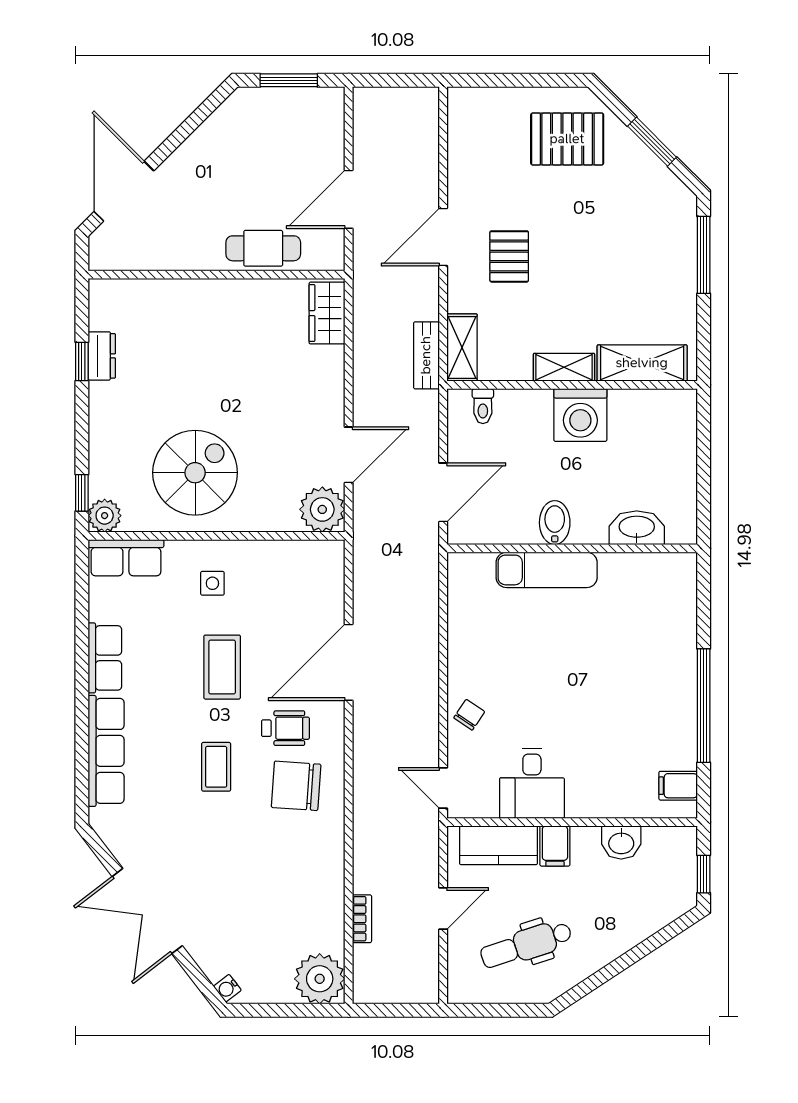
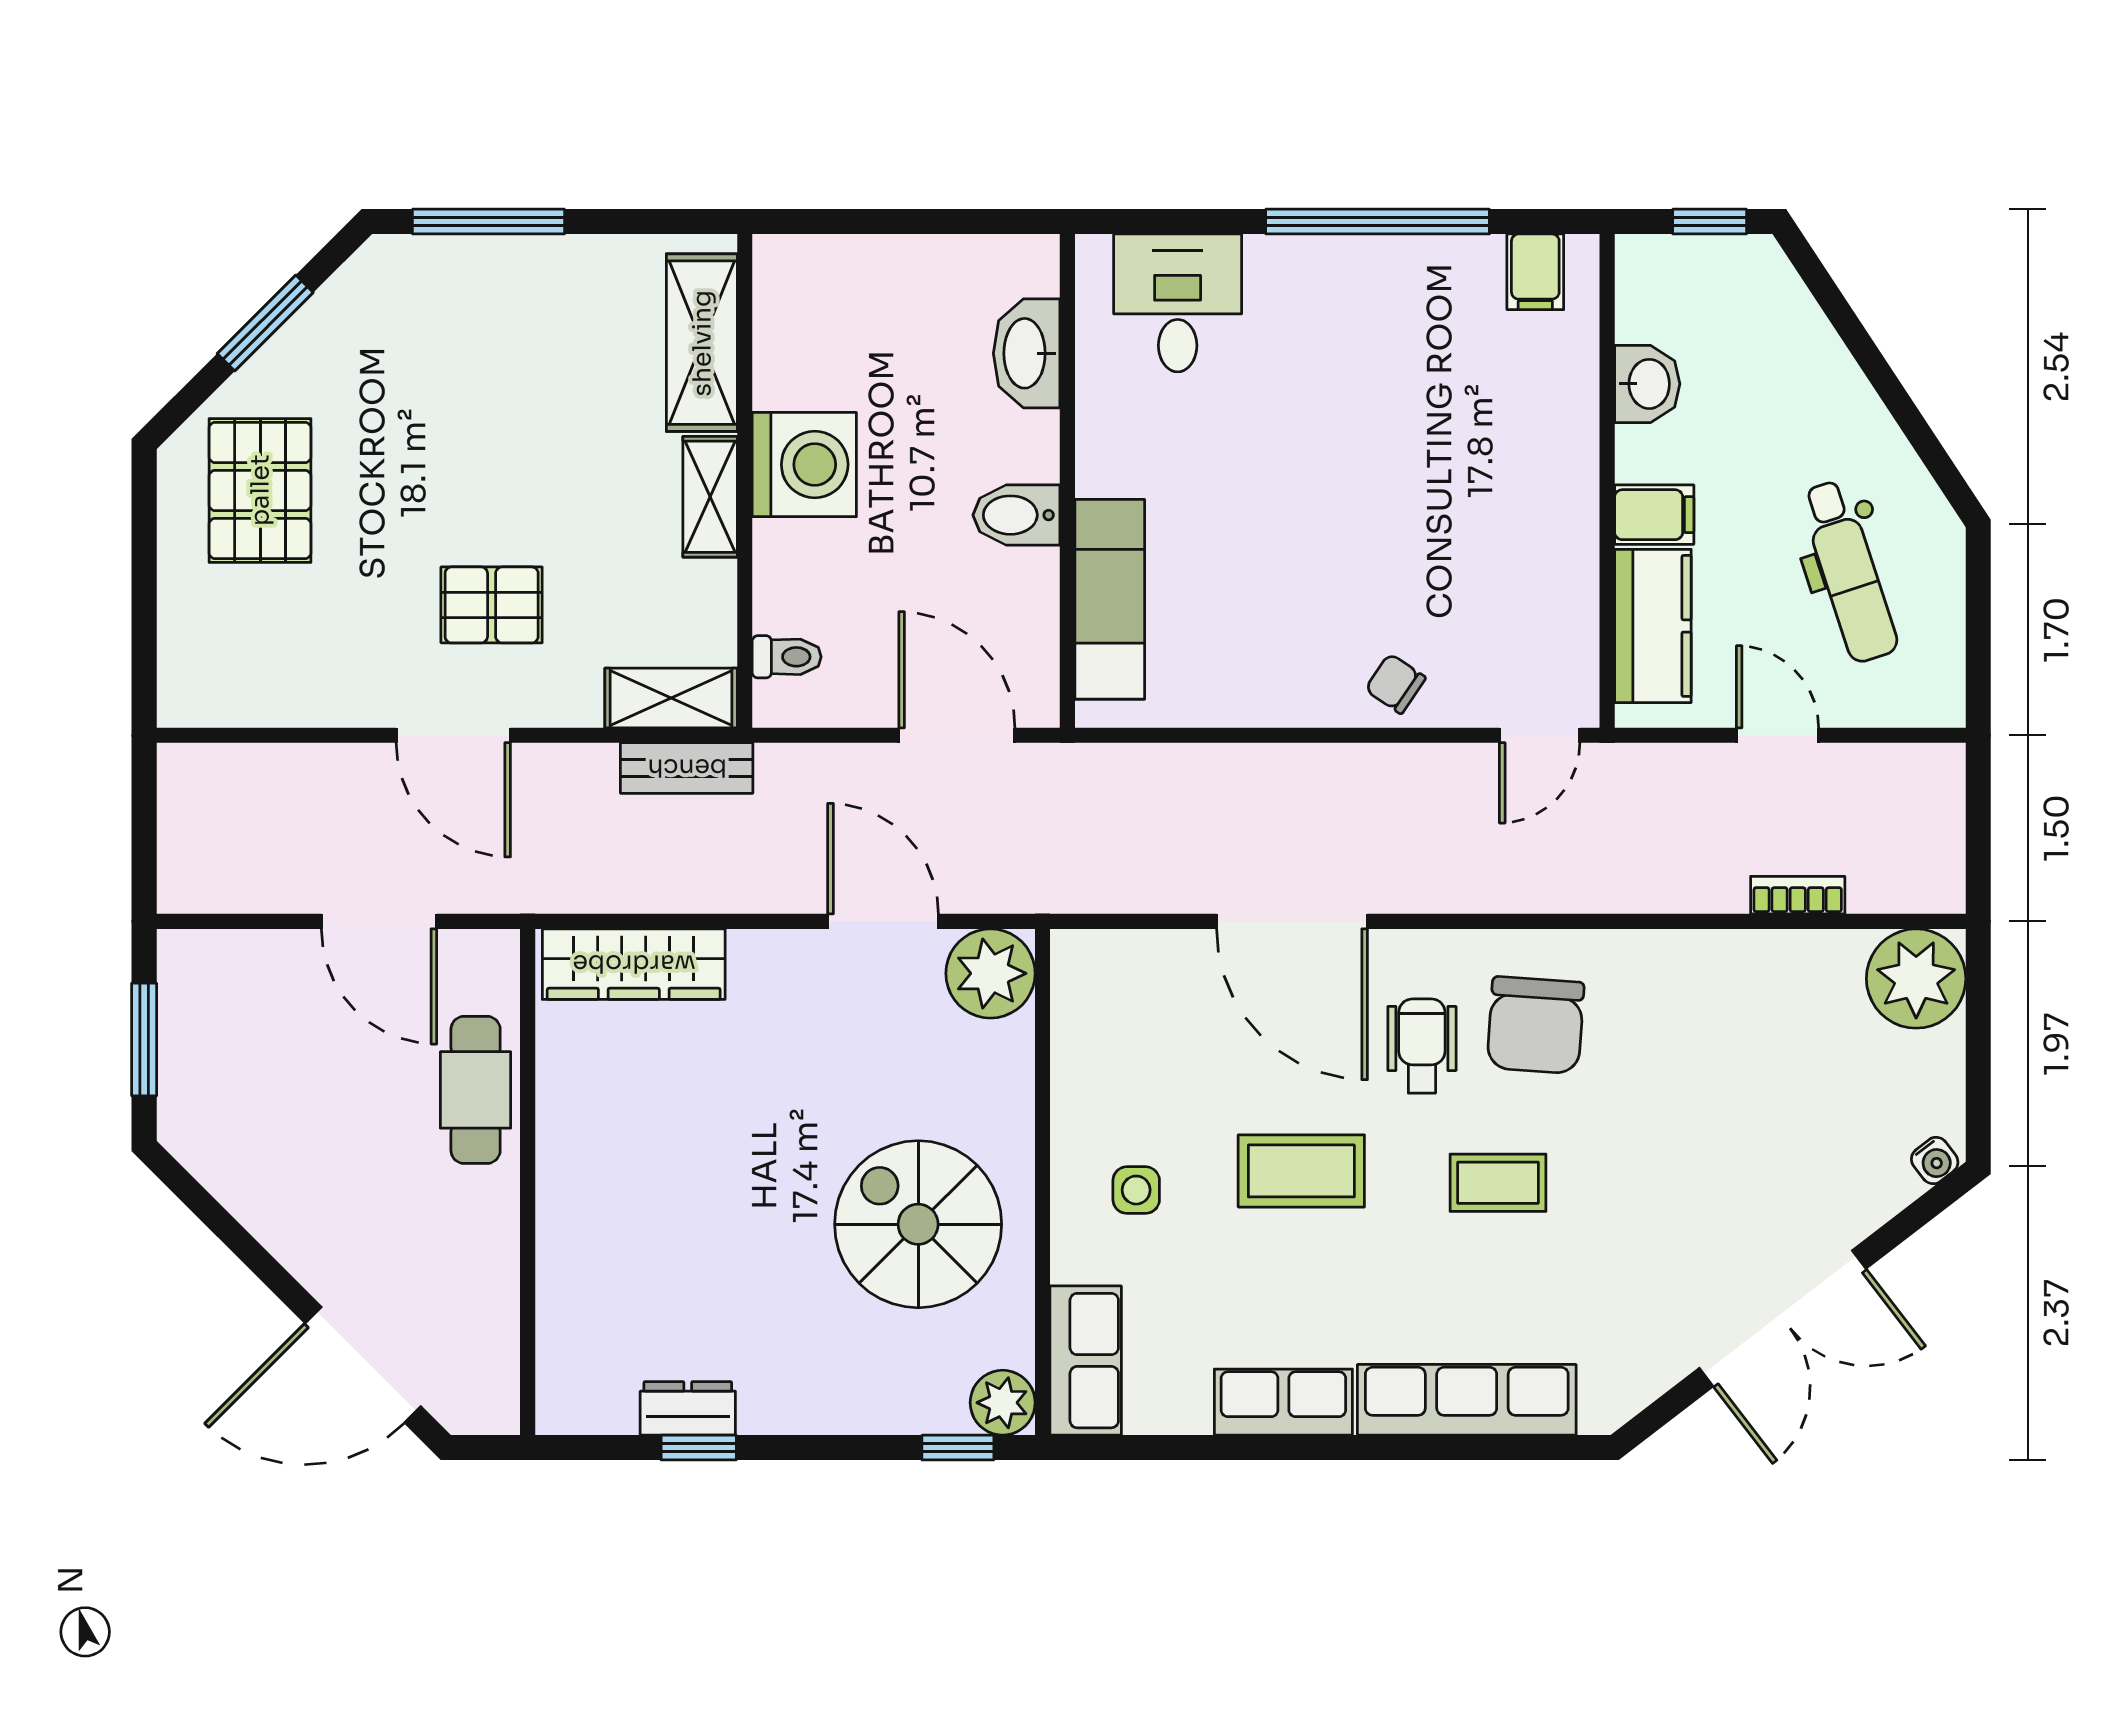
wardrobe: (327, 313) -> (634, 964), width x1.50
exam couch: (547, 570) -> (1110, 599), moved
desk: (532, 783) -> (1178, 303), moved, turned -90

